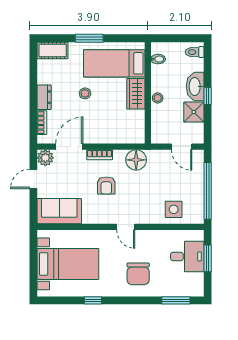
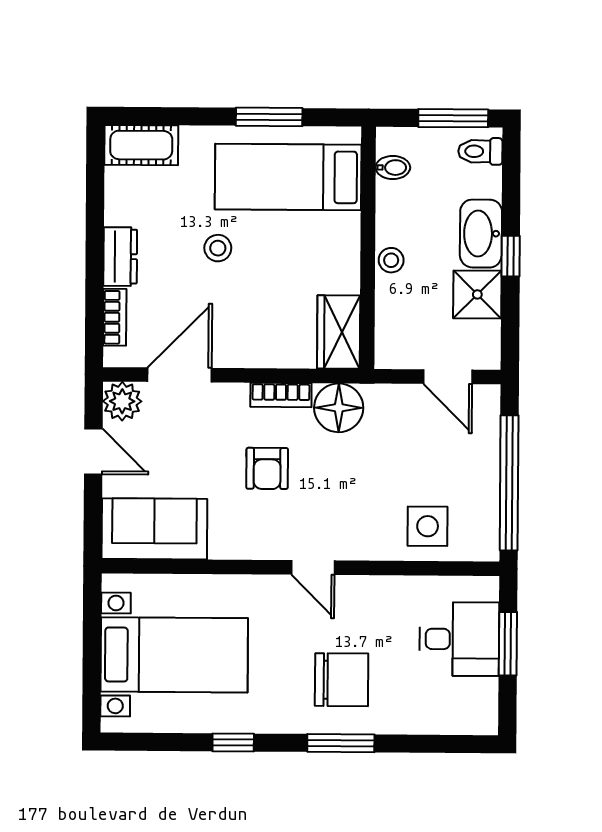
window: (89, 38) -> (269, 117), moved
window: (183, 38) -> (453, 118), added
wardrobe: (136, 94) -> (339, 332), moved
bookcase: (100, 155) -> (281, 395), moved
door: (33, 179) -> (93, 451), swing flipped
chair: (138, 274) -> (342, 680), turned -90
window: (176, 300) -> (341, 743), moved

